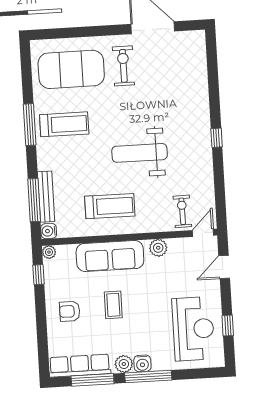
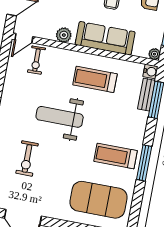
exercise bike: (123, 66) -> (27, 158), moved
weight bench: (140, 153) -> (60, 117), turned 180
bench: (46, 197) -> (146, 95), width x0.73

